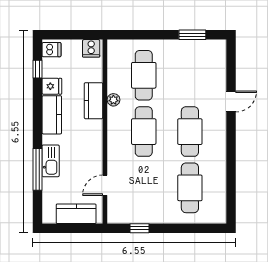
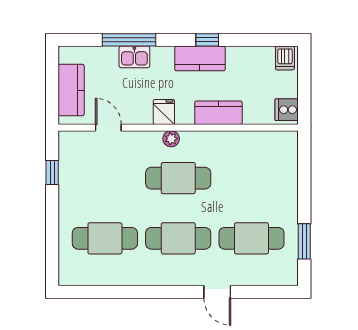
window: (38, 69) -> (207, 40), moved
cafe table: (144, 75) -> (251, 238), moved
fridge: (52, 86) -> (164, 112), moved, turned 180
plant: (113, 100) -> (171, 139), moved
kitchen sink: (51, 161) -> (134, 57), width x0.73

